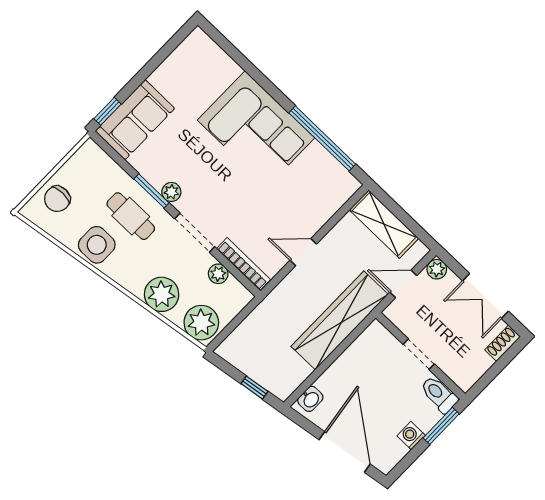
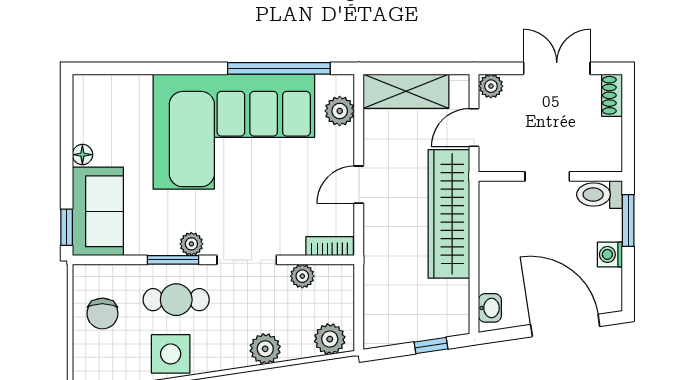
floor lamp: (158, 78) -> (82, 155), added
corner sofa: (256, 129) -> (234, 132), width x1.36, depth x1.36
plant: (334, 198) -> (340, 111), added
chair: (57, 199) -> (102, 313), moved
bookcase: (244, 264) -> (330, 246), width x0.64
plant: (162, 294) -> (265, 349), width x0.73, depth x0.73
double door: (485, 296) -> (557, 68), swing flipped
plant: (201, 323) -> (330, 339), width x0.73, depth x0.73

